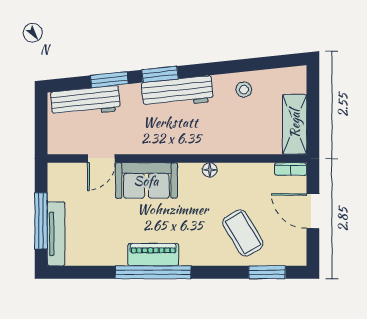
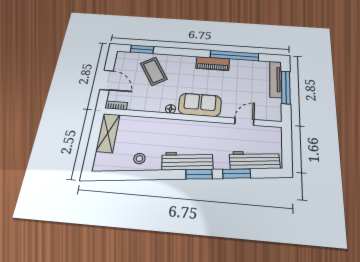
sofa: (146, 181) -> (200, 105), moved
window: (153, 272) -> (234, 56), moved

